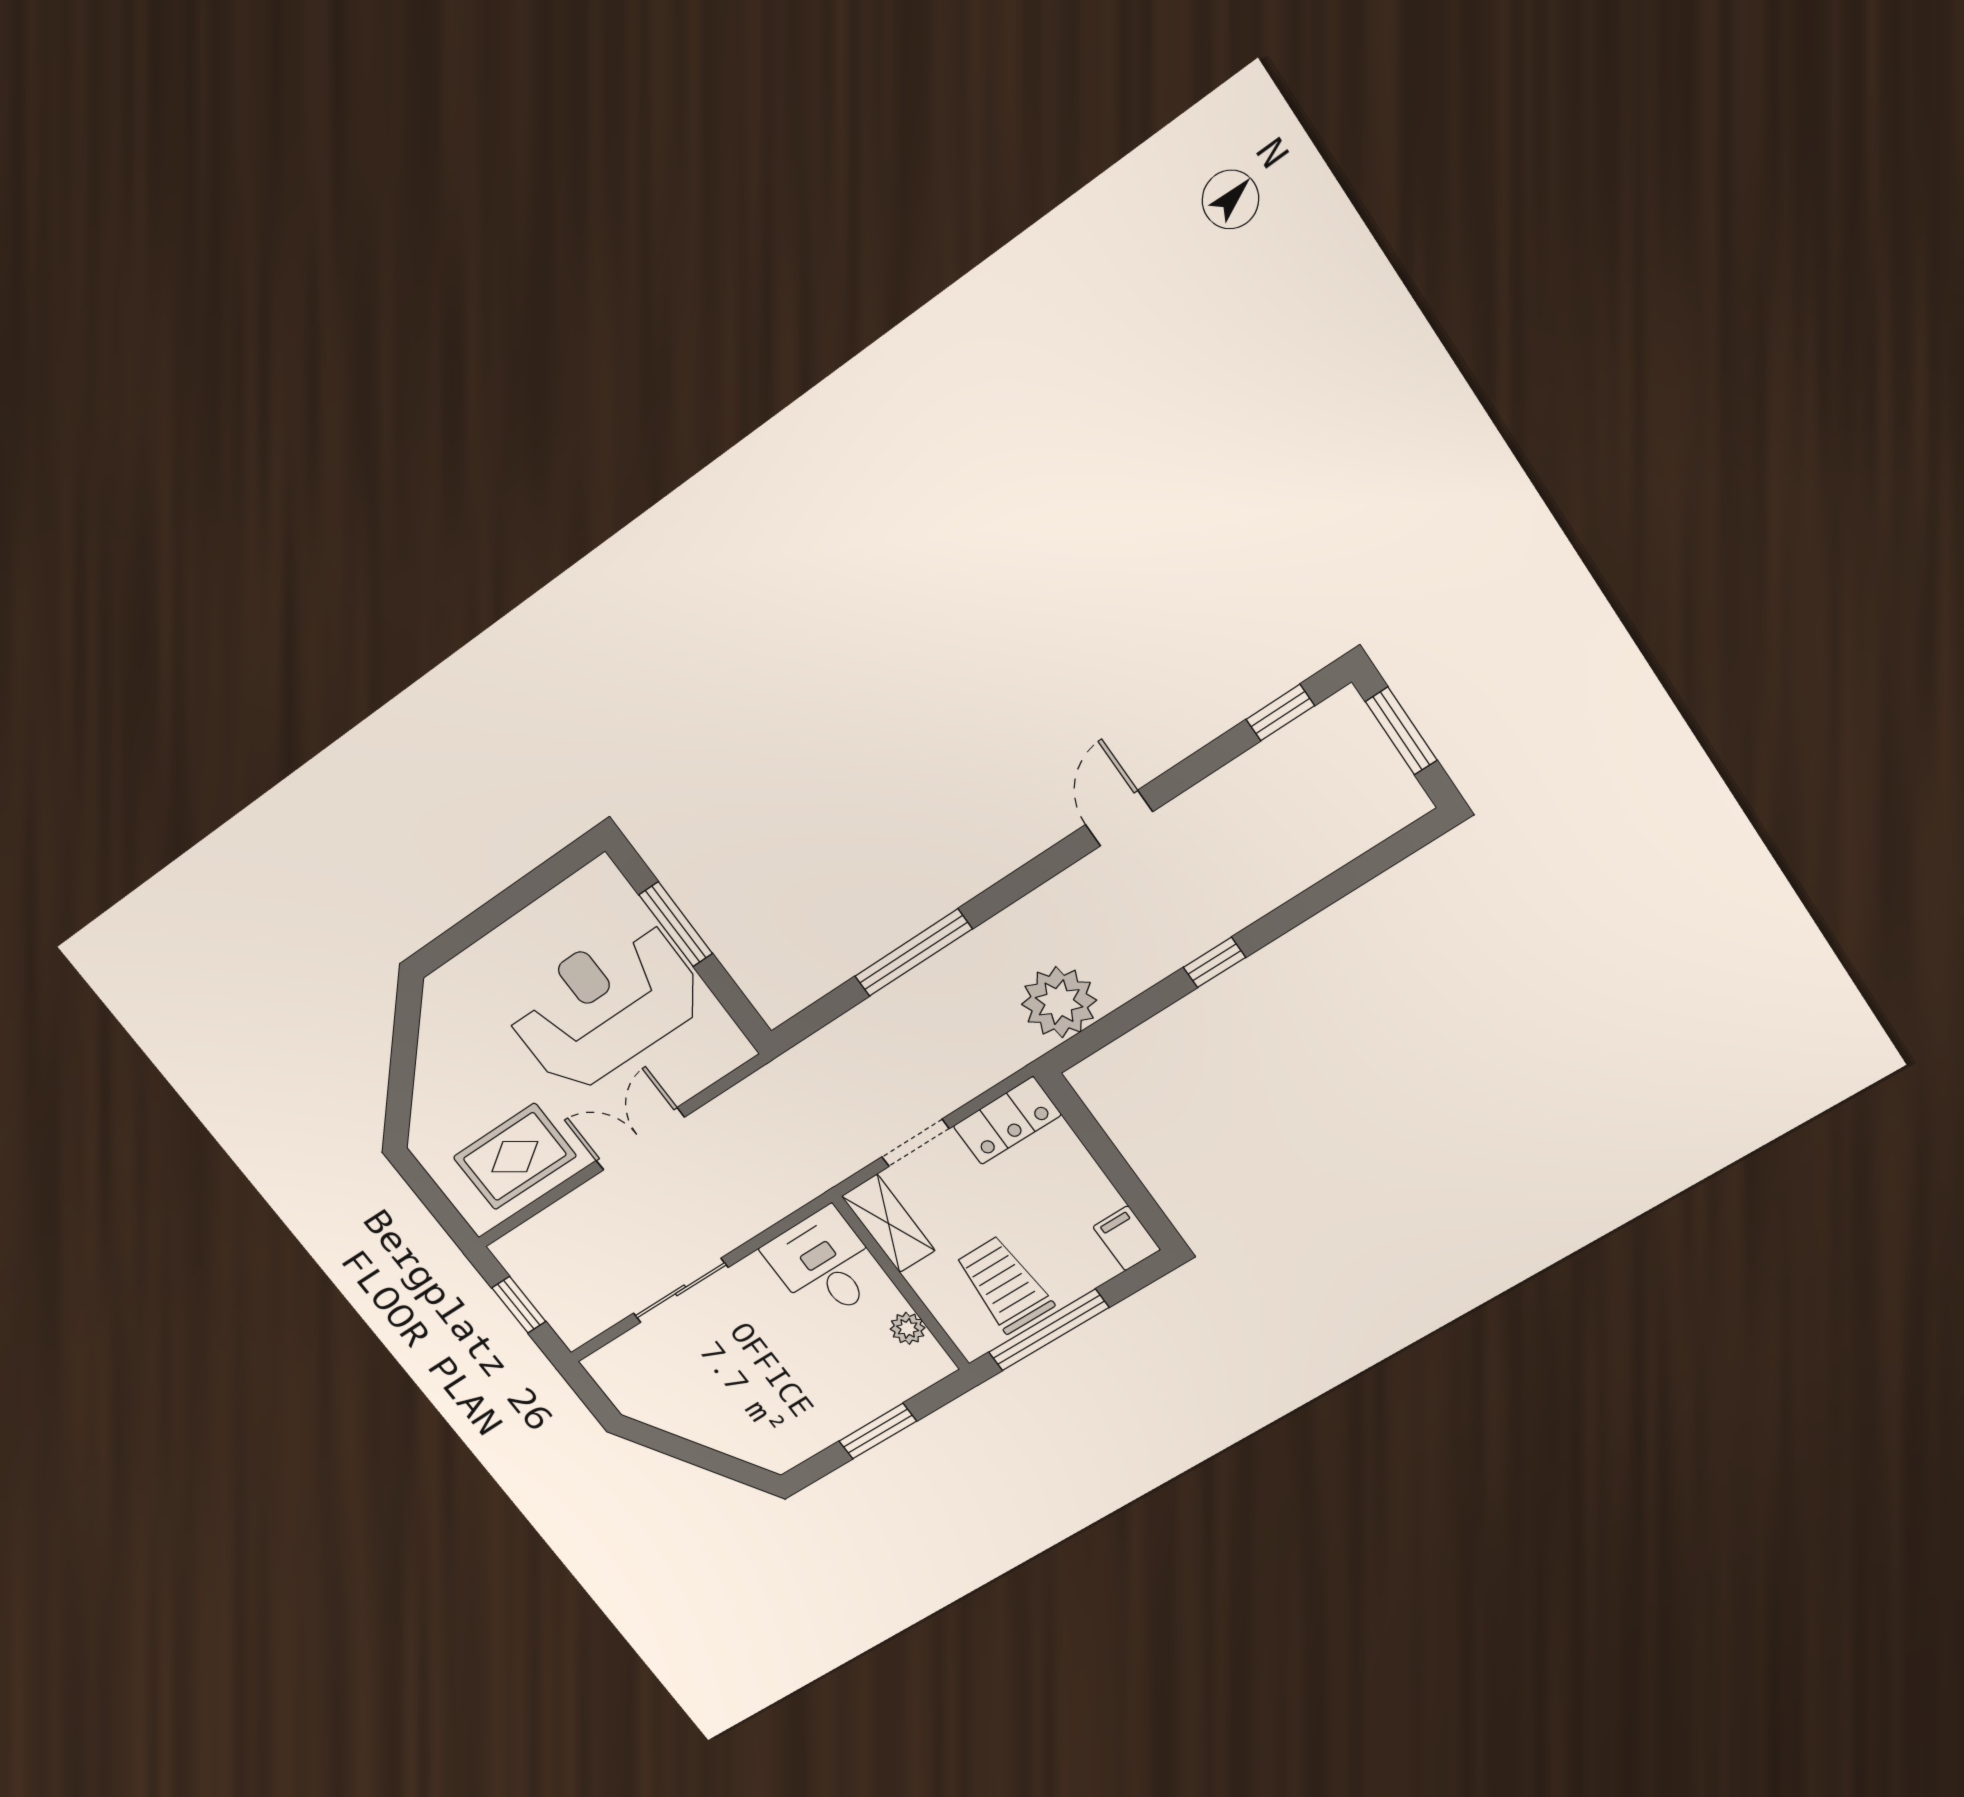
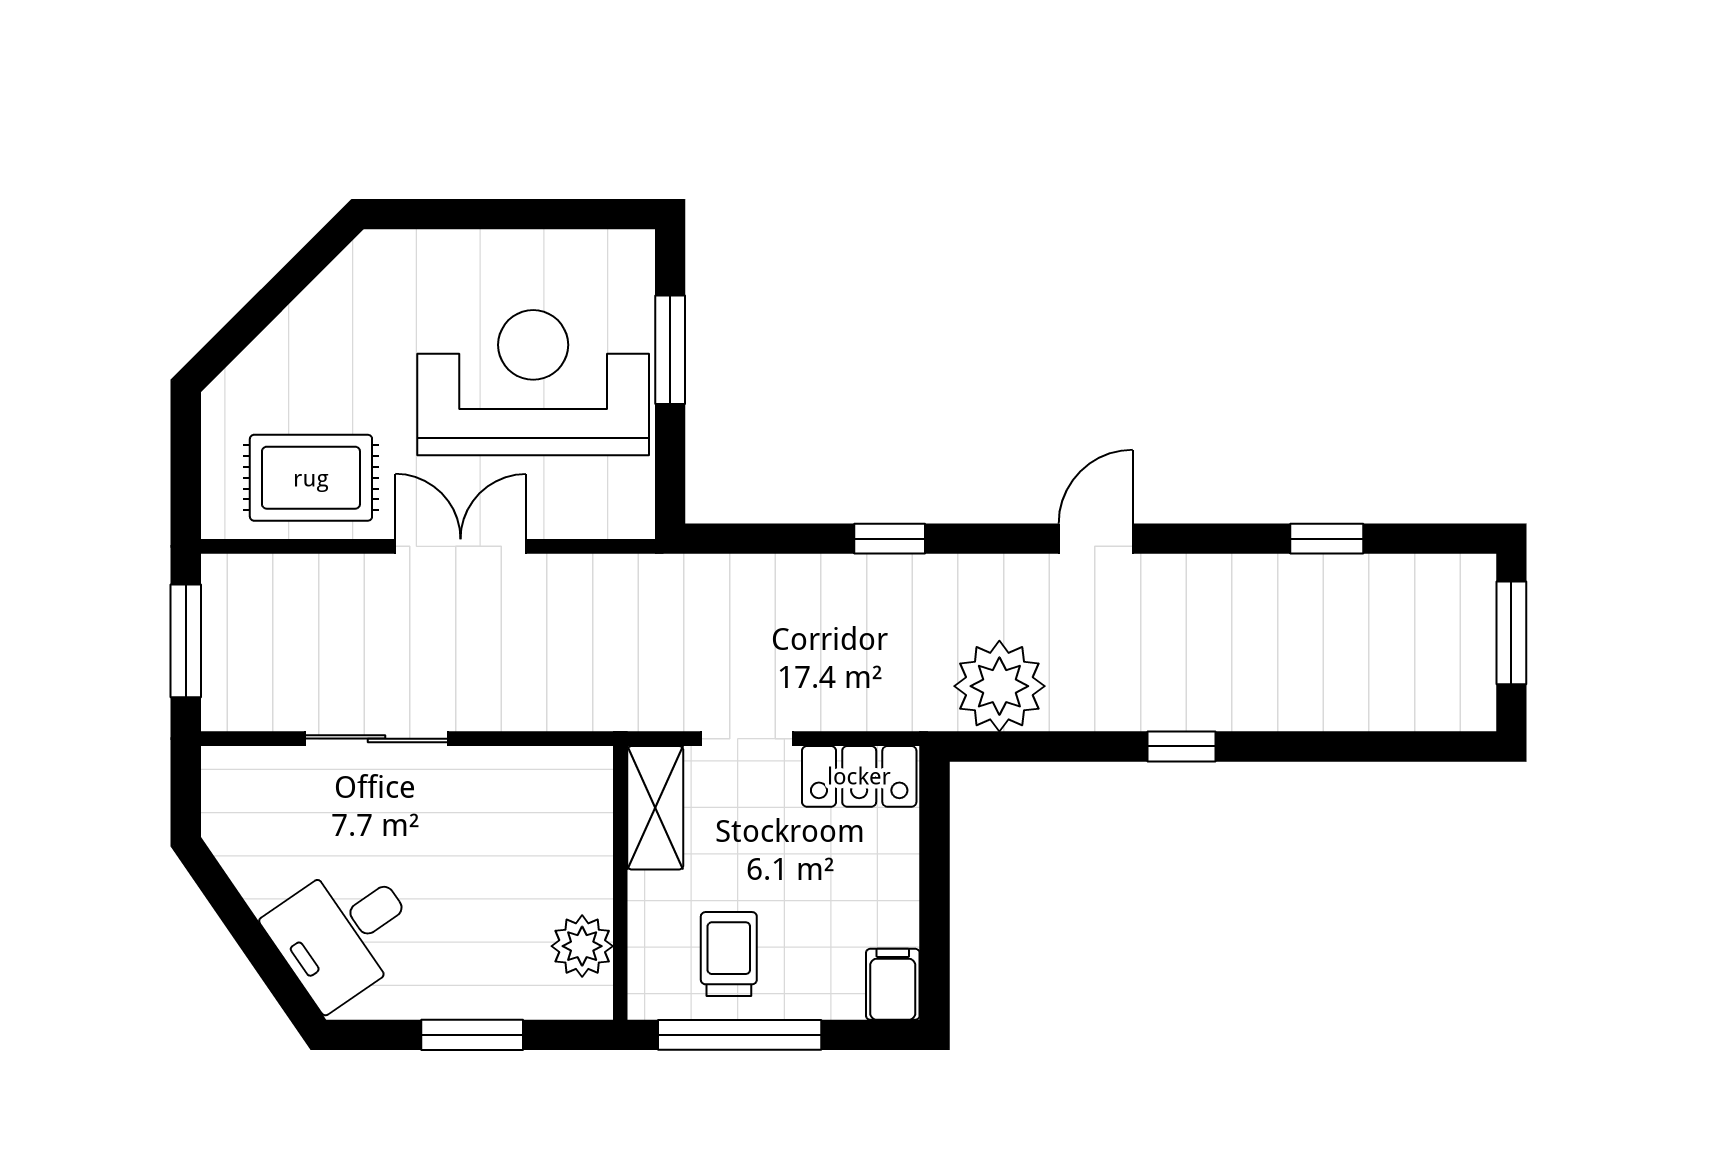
window: (1280, 713) -> (1327, 539), moved
door: (1119, 818) -> (1096, 539), moved
window: (913, 953) -> (890, 539), width x0.46
desk: (825, 1264) -> (343, 932), moved, turned -124
trolley: (1004, 1285) -> (729, 954), width x0.73, depth x0.72
window: (519, 1305) -> (186, 641), width x1.50
plant: (908, 1328) -> (582, 946), width x1.38, depth x1.38

